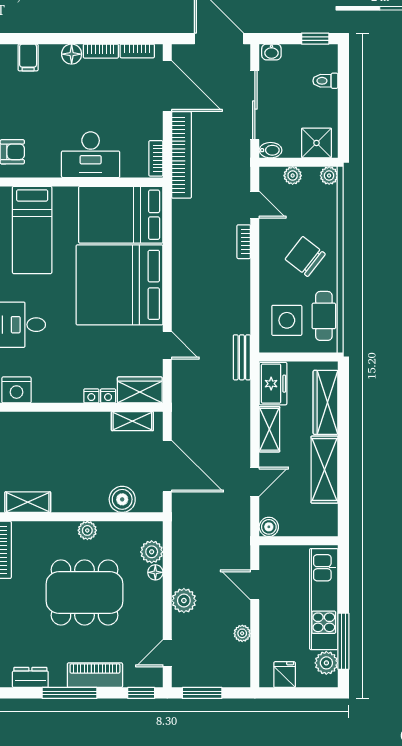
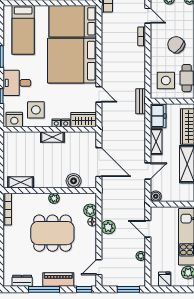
side table: (55, 373) -> (36, 110), added
shelving: (132, 421) -> (52, 137), moved
plant: (184, 601) -> (108, 227), moved
window: (202, 693) -> (128, 289), moved

